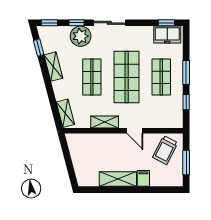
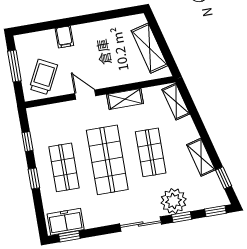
window: (186, 72) -> (34, 179), width x0.67
shelving: (118, 179) -> (149, 48), moved, turned 75

